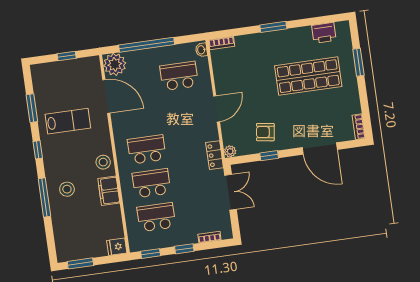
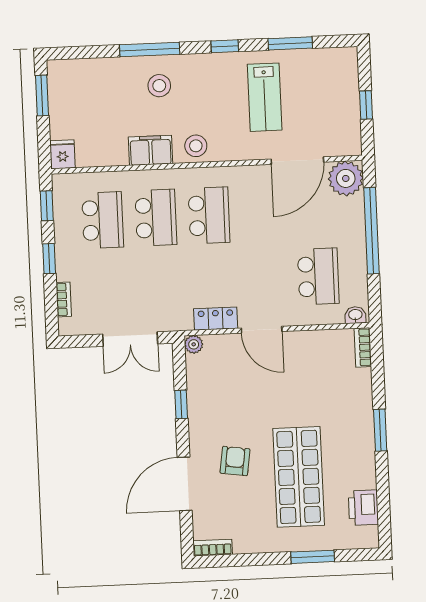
armchair: (265, 132) -> (235, 461), moved
locker: (215, 155) -> (216, 319), moved

